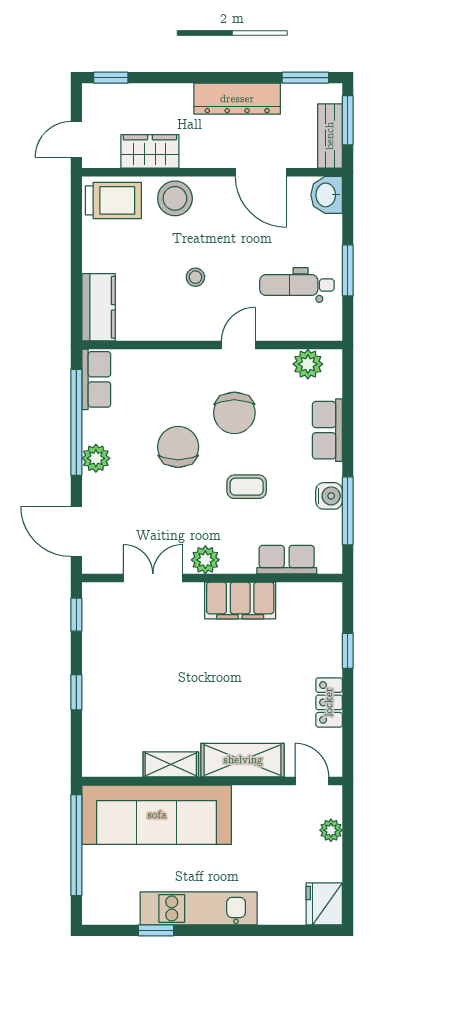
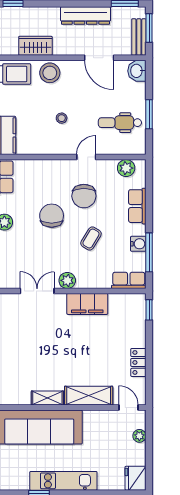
coffee table: (247, 487) -> (91, 238), turned -59
row of seats: (287, 560) -> (129, 280), moved
window: (348, 651) -> (149, 310), moved

